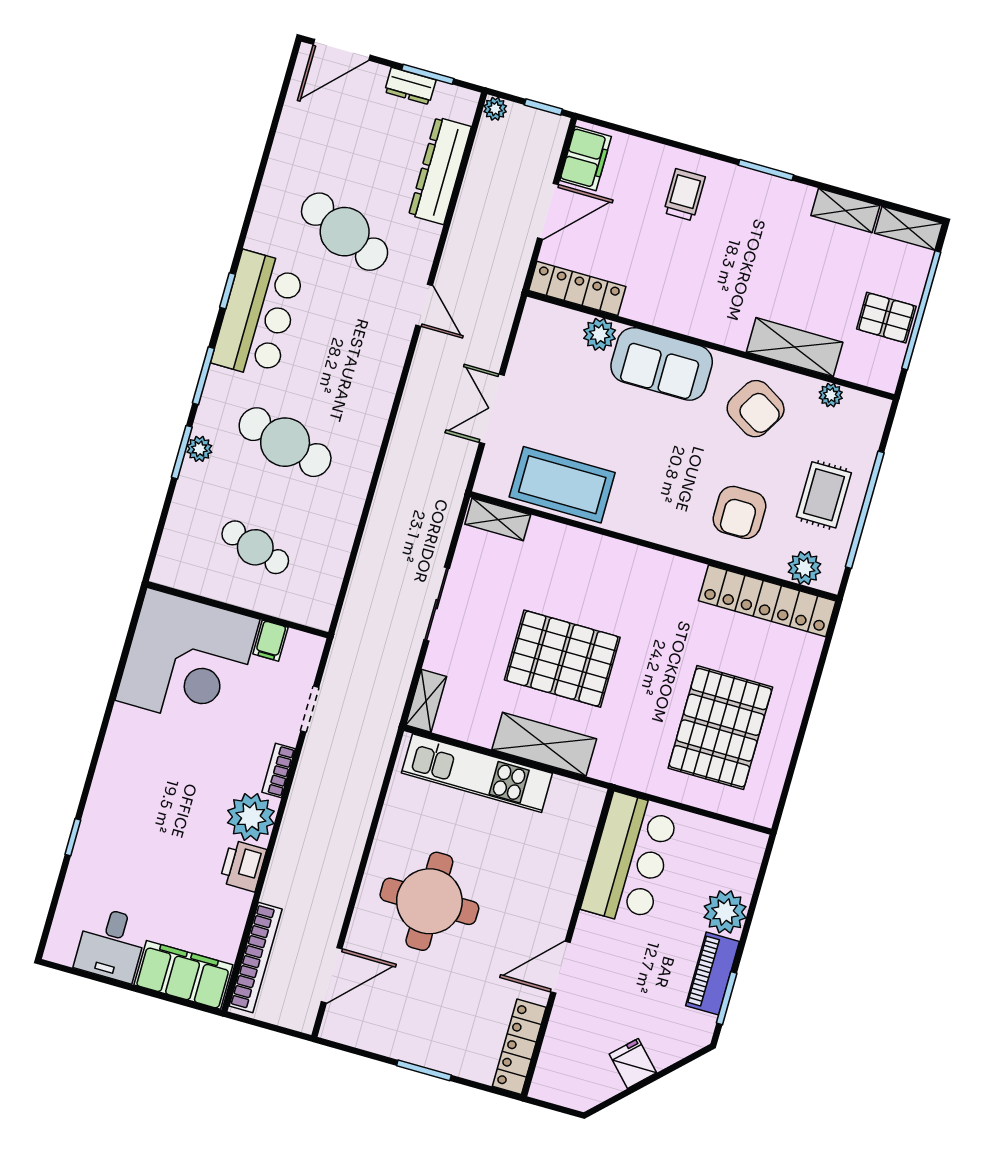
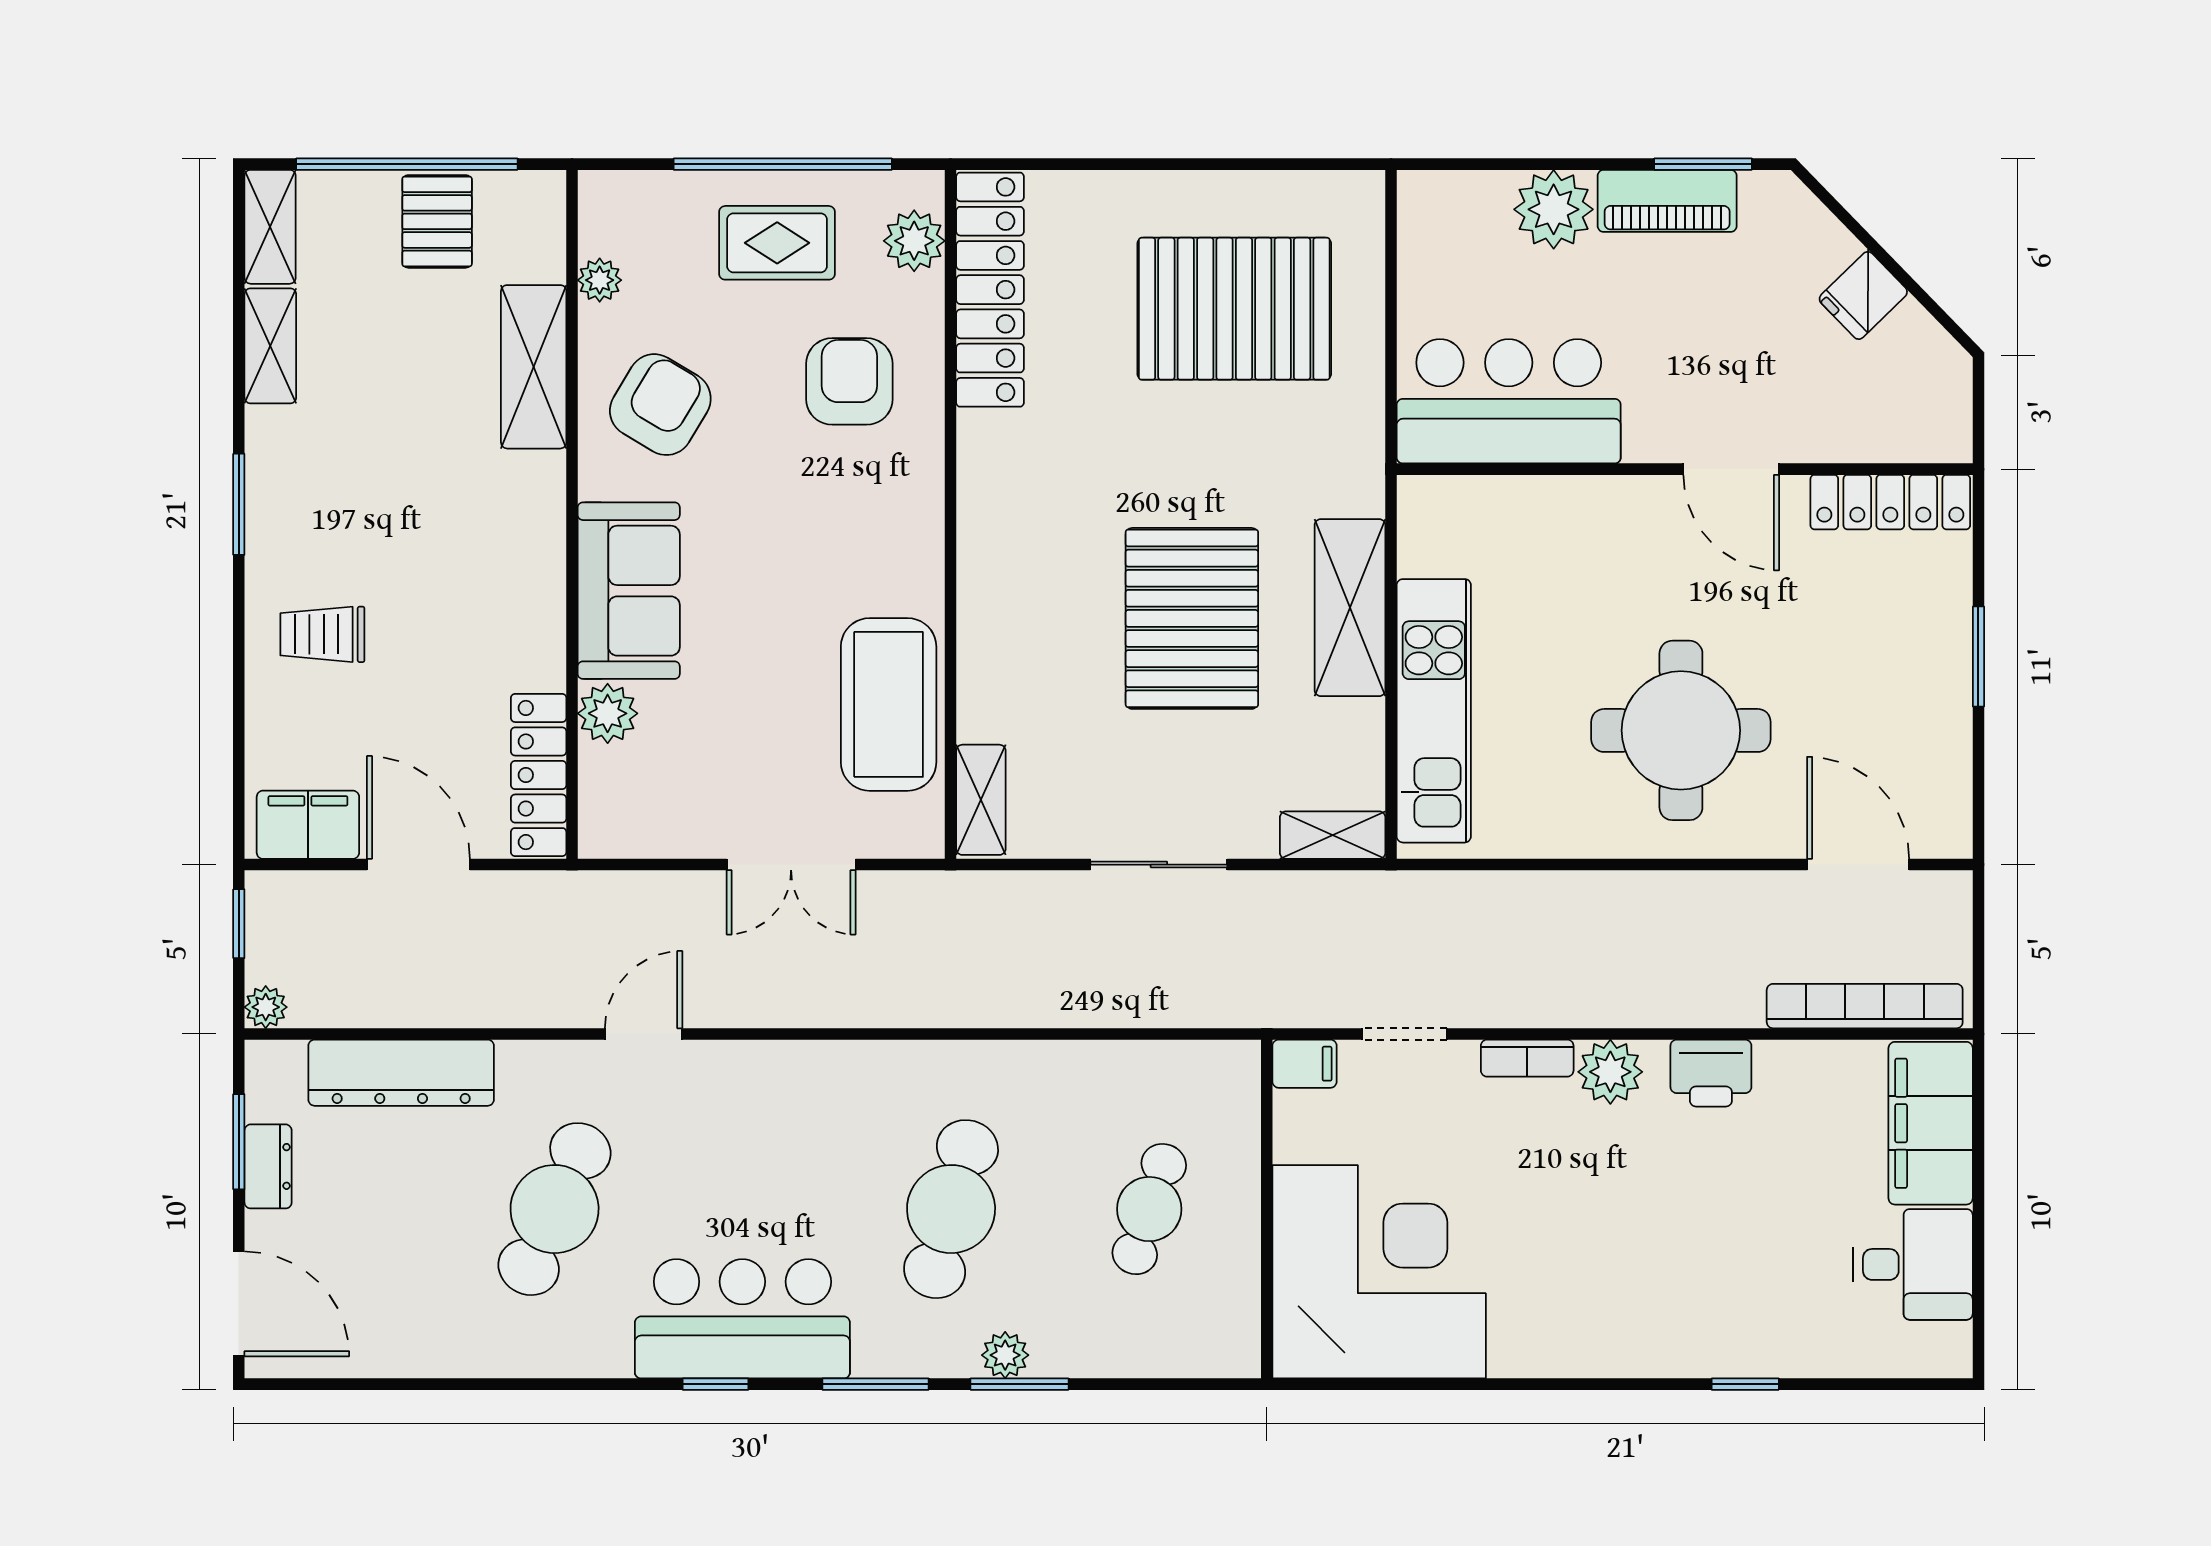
armchair: (739, 512) -> (849, 381), turned -90
filing cabinet: (270, 641) -> (1305, 1064), moved
plant: (251, 817) -> (1610, 1072), width x0.73, depth x0.73

